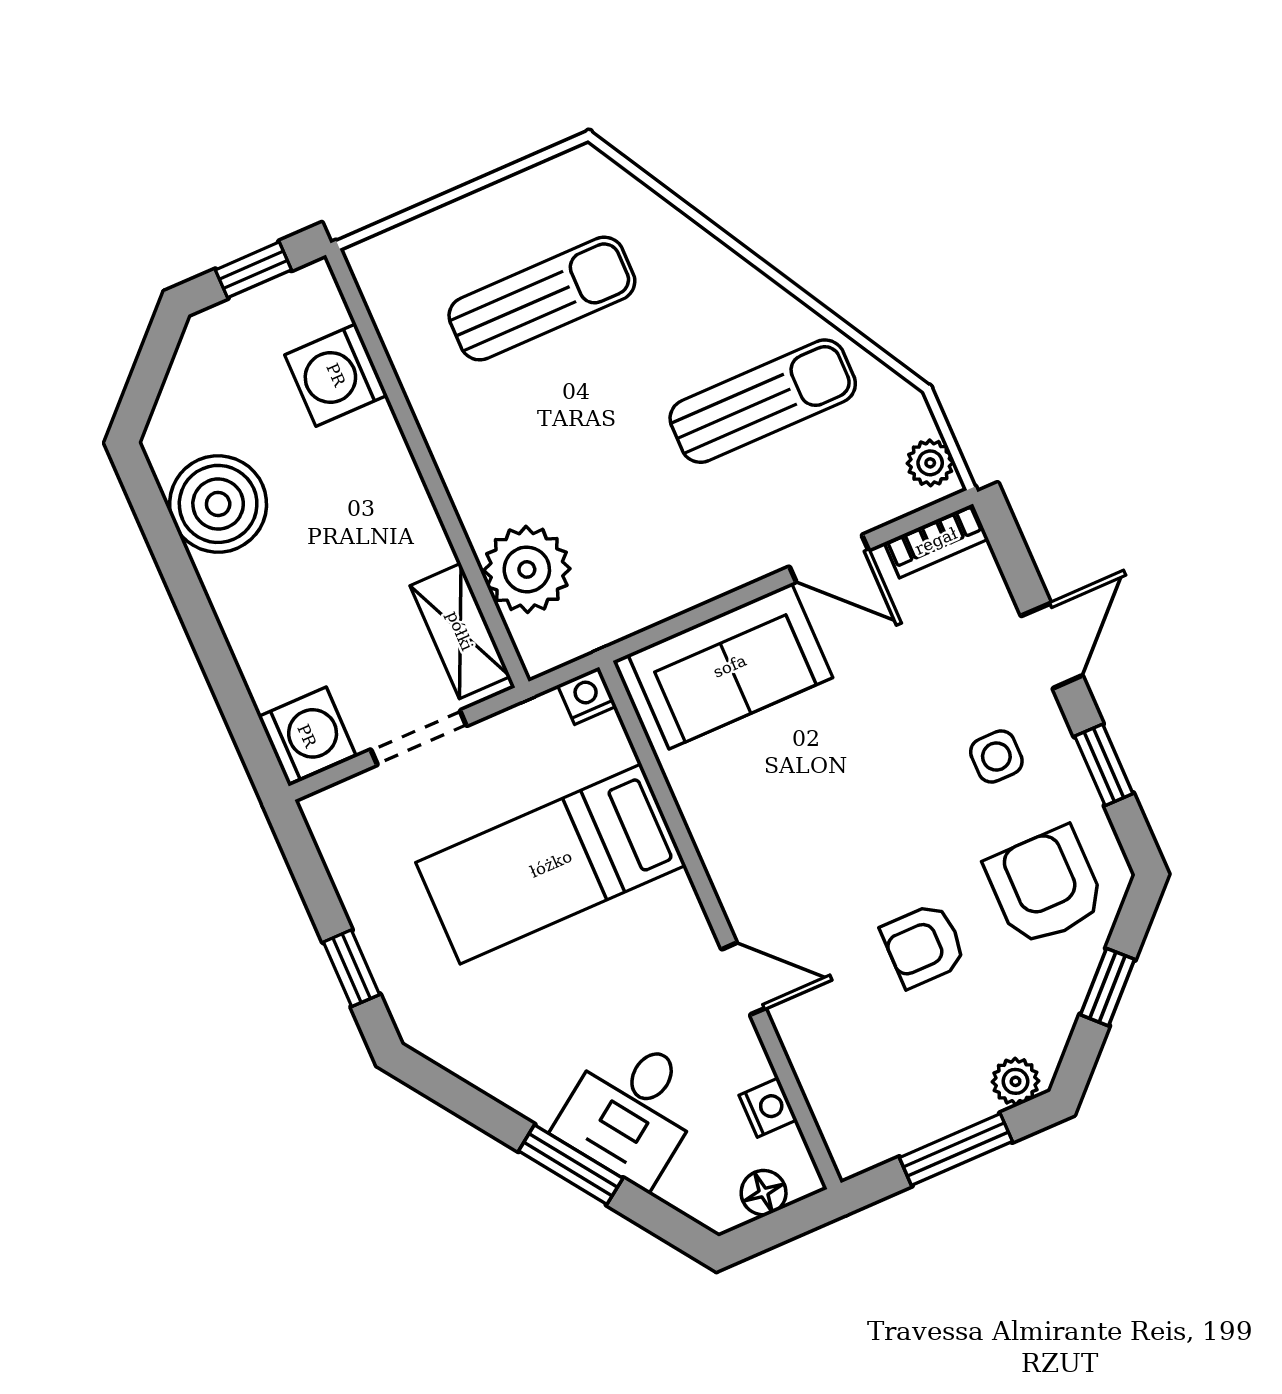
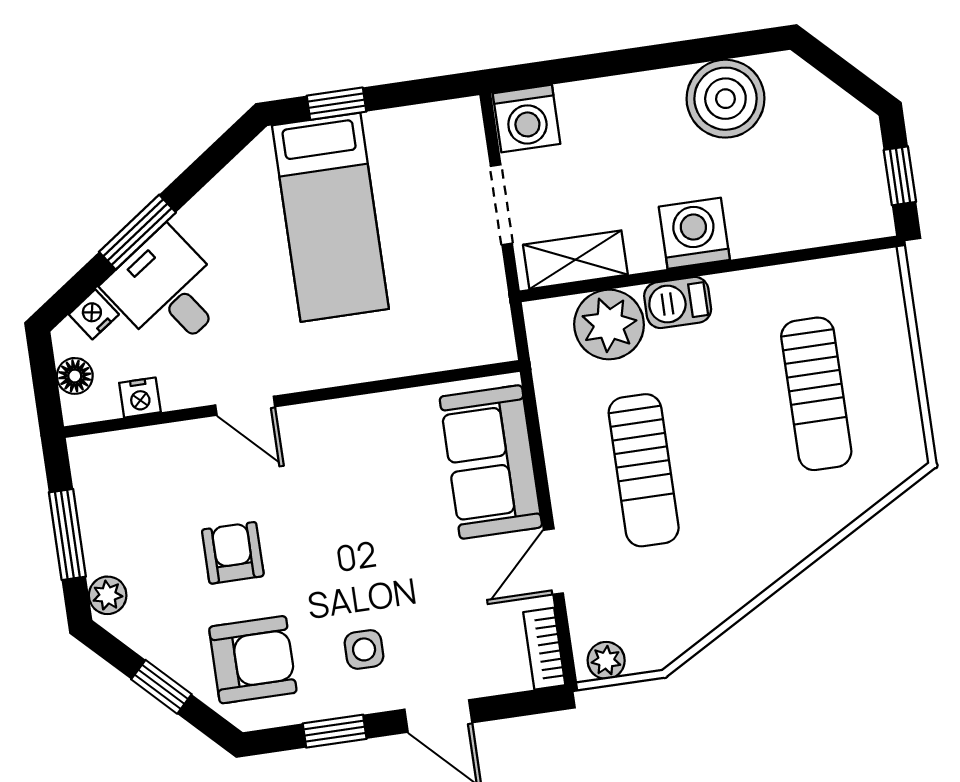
washing machine: (336, 375) -> (694, 233), moved
sun lounger: (763, 401) -> (644, 470), moved
barbecue: (478, 494) -> (678, 303), added
nightstand: (587, 696) -> (94, 314), moved, turned -125
bed: (551, 864) -> (330, 217), moved, turned 180
door: (743, 979) -> (245, 406), hinge flipped

